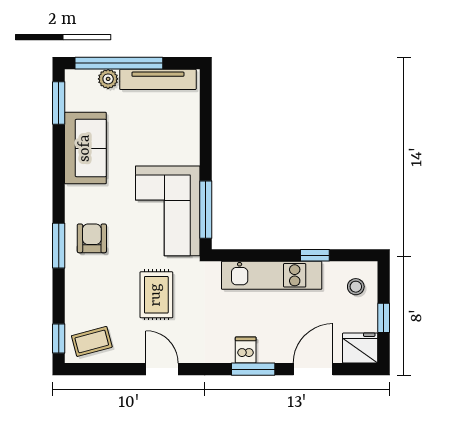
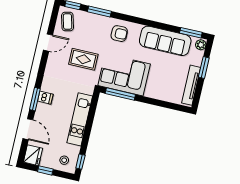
window: (119, 63) -> (204, 68), width x0.47
plant: (108, 79) -> (201, 45), moved
sofa: (85, 148) -> (165, 41), width x1.36
window: (59, 246) -> (99, 11), moved
window: (315, 255) -> (80, 162), moved
door: (162, 369) -> (48, 43), moved

